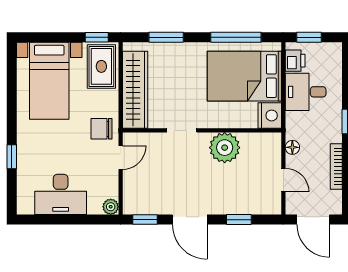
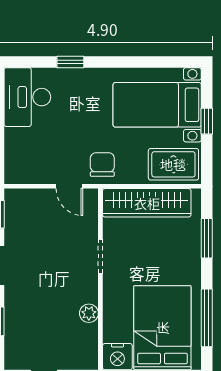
window: (97, 37) -> (207, 121), moved
plant: (225, 148) -> (89, 313), width x0.53, depth x0.53
desk: (61, 194) -> (27, 97), moved
plant: (111, 207) -> (13, 175), removed

